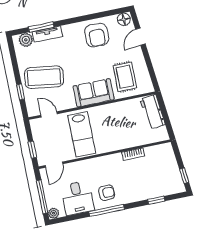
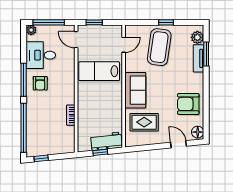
window: (20, 92) -> (166, 22), moved
window: (165, 116) -> (100, 152), added
window: (156, 200) -> (24, 128), width x3.17

